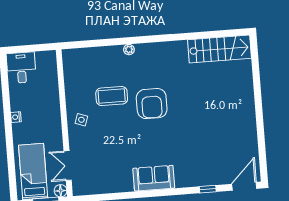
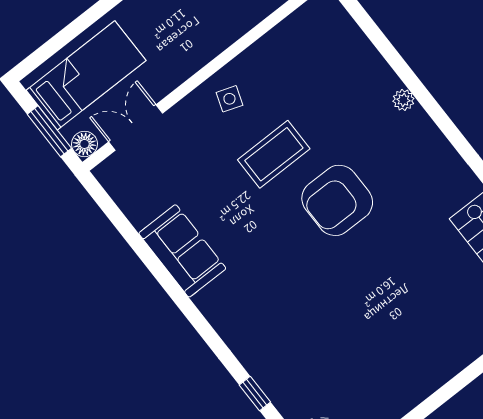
coffee table: (112, 96) -> (274, 154), moved, turned 90
sofa: (154, 178) -> (182, 251), moved

